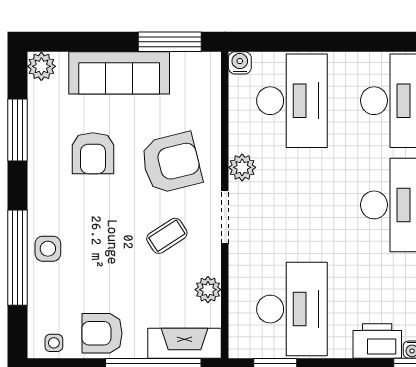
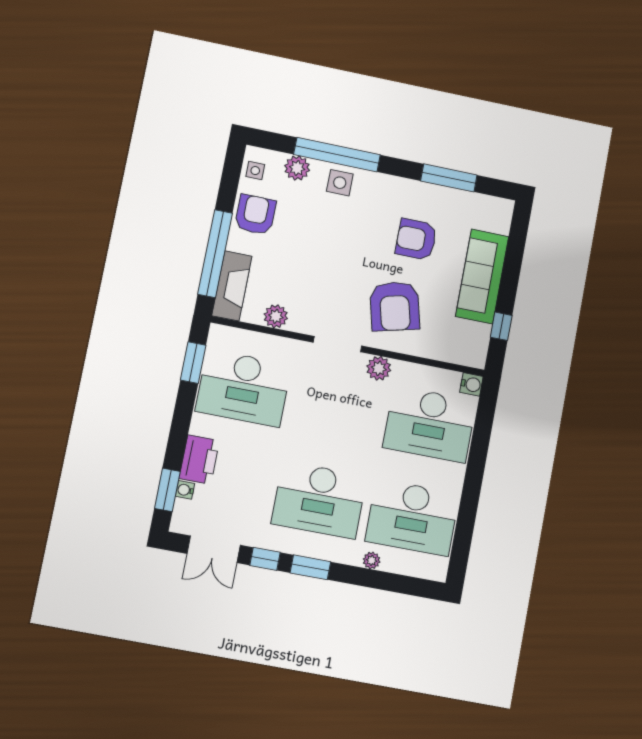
window: (170, 42) -> (501, 326), width x0.46
plant: (41, 66) -> (297, 168), moved
coffee table: (167, 236) -> (331, 289), removed

